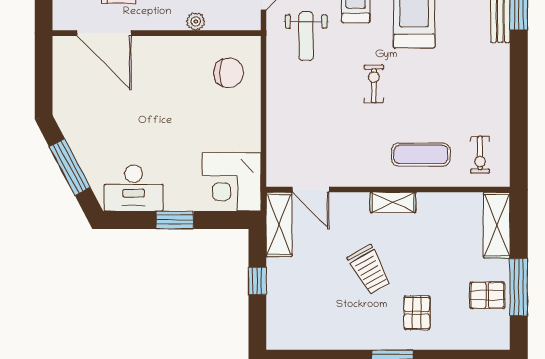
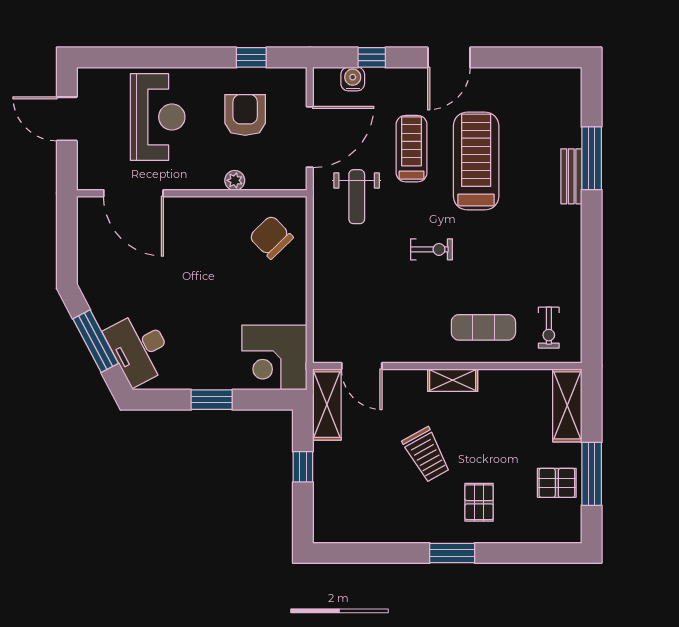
chair: (229, 73) -> (271, 237), turned -134
exercise bike: (374, 84) -> (431, 249), turned 90
desk: (134, 188) -> (139, 348), moved, turned 62

